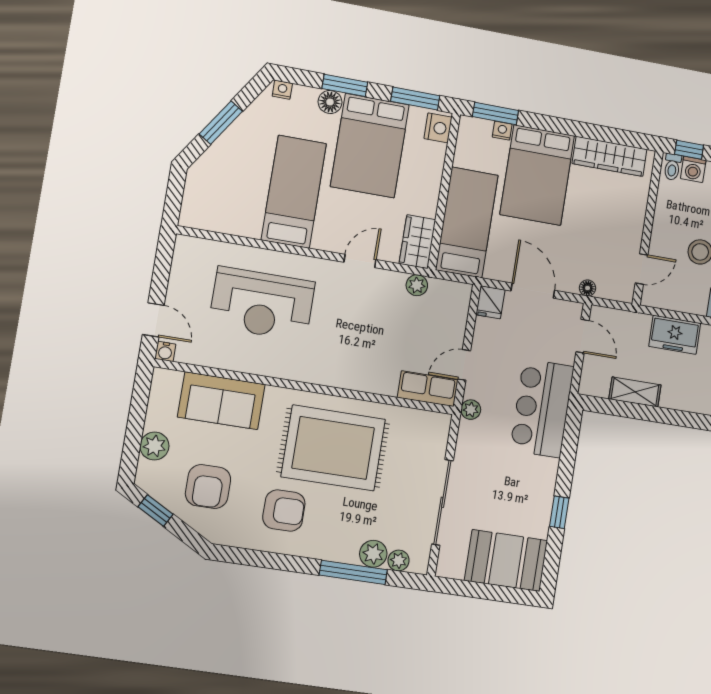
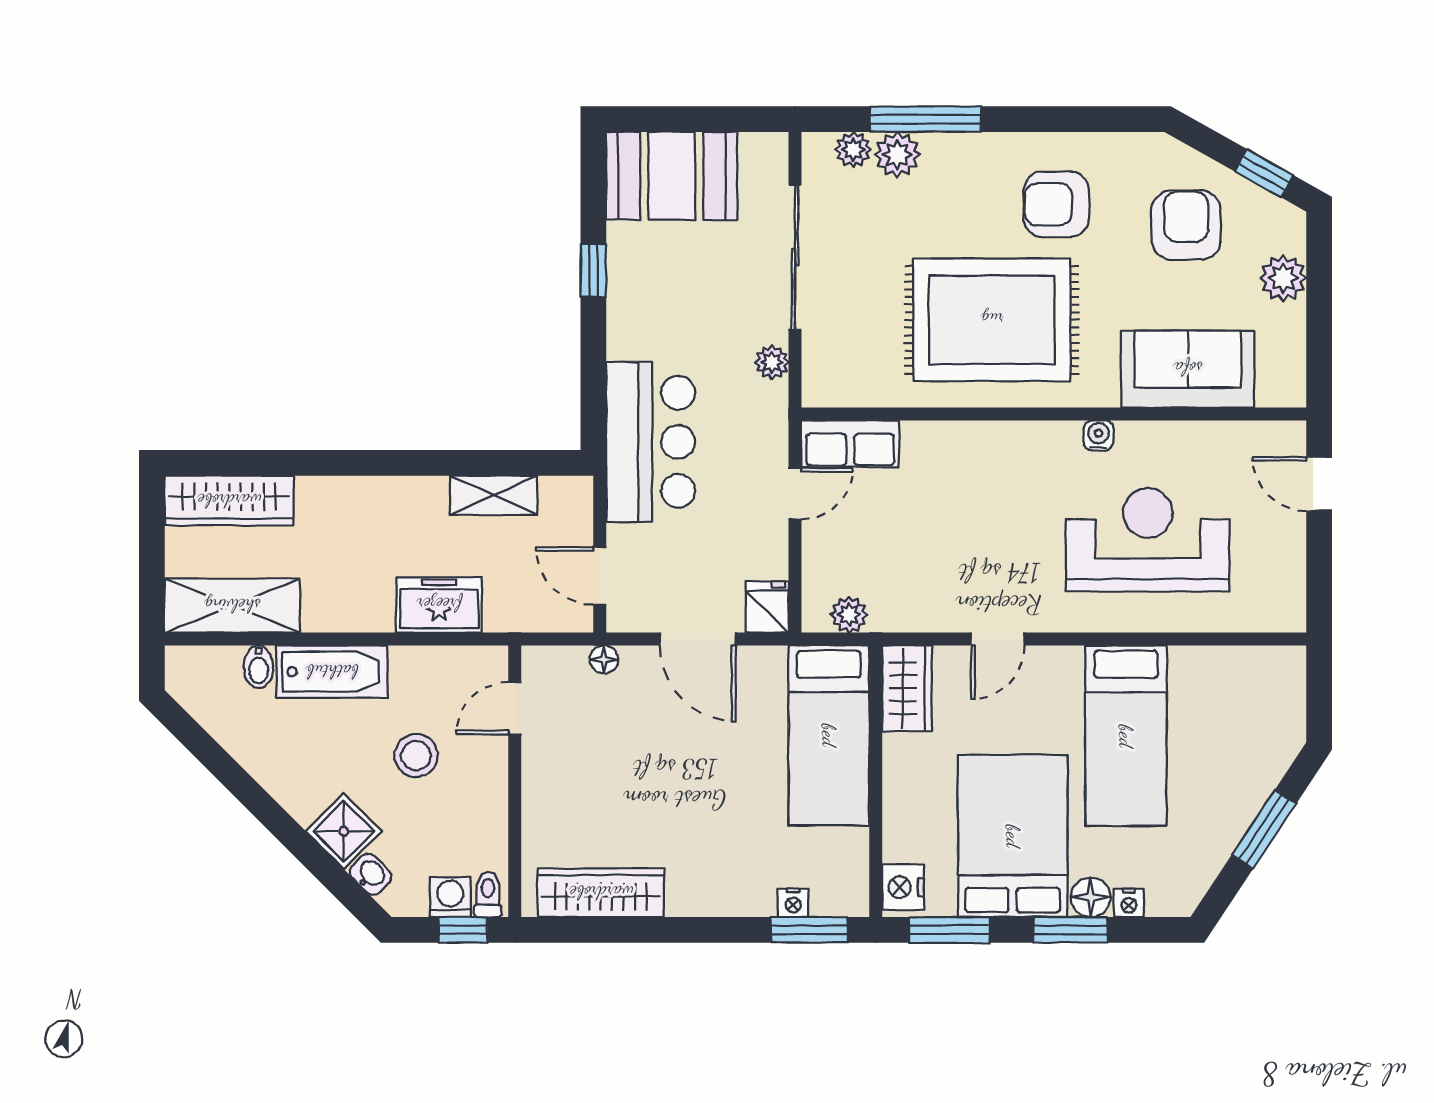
nightstand: (282, 90) -> (1129, 903), moved
bed: (537, 175) -> (721, 838), removed
plant: (417, 285) -> (849, 615), moved
water cooler: (165, 351) -> (1099, 435), moved
plant: (471, 410) -> (772, 362), moved

